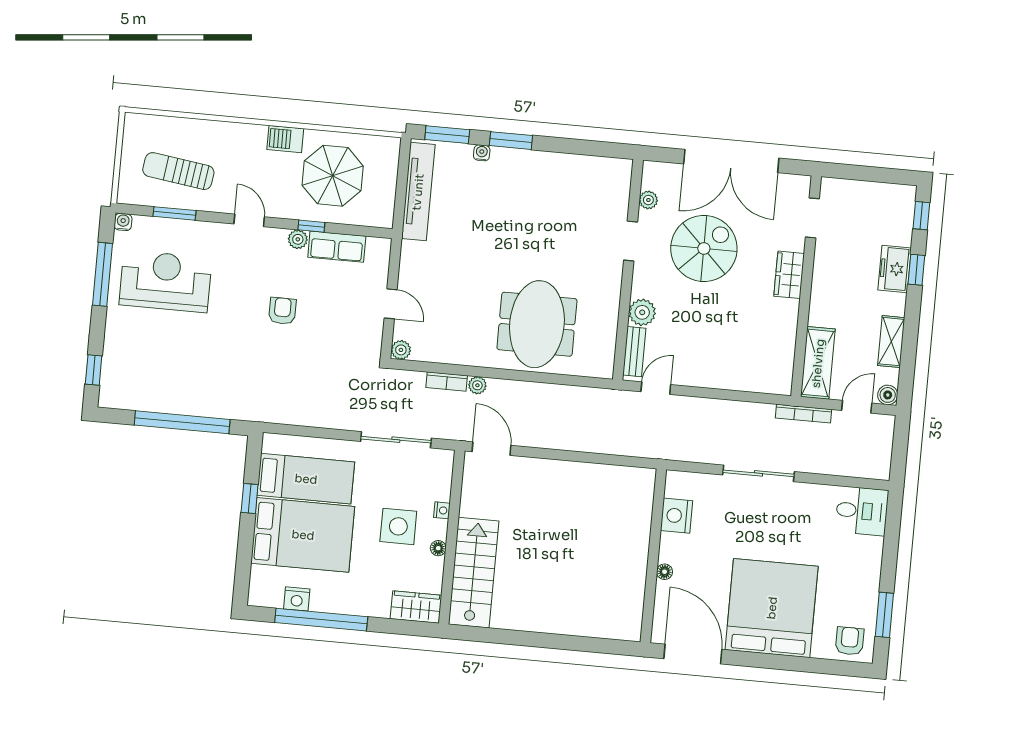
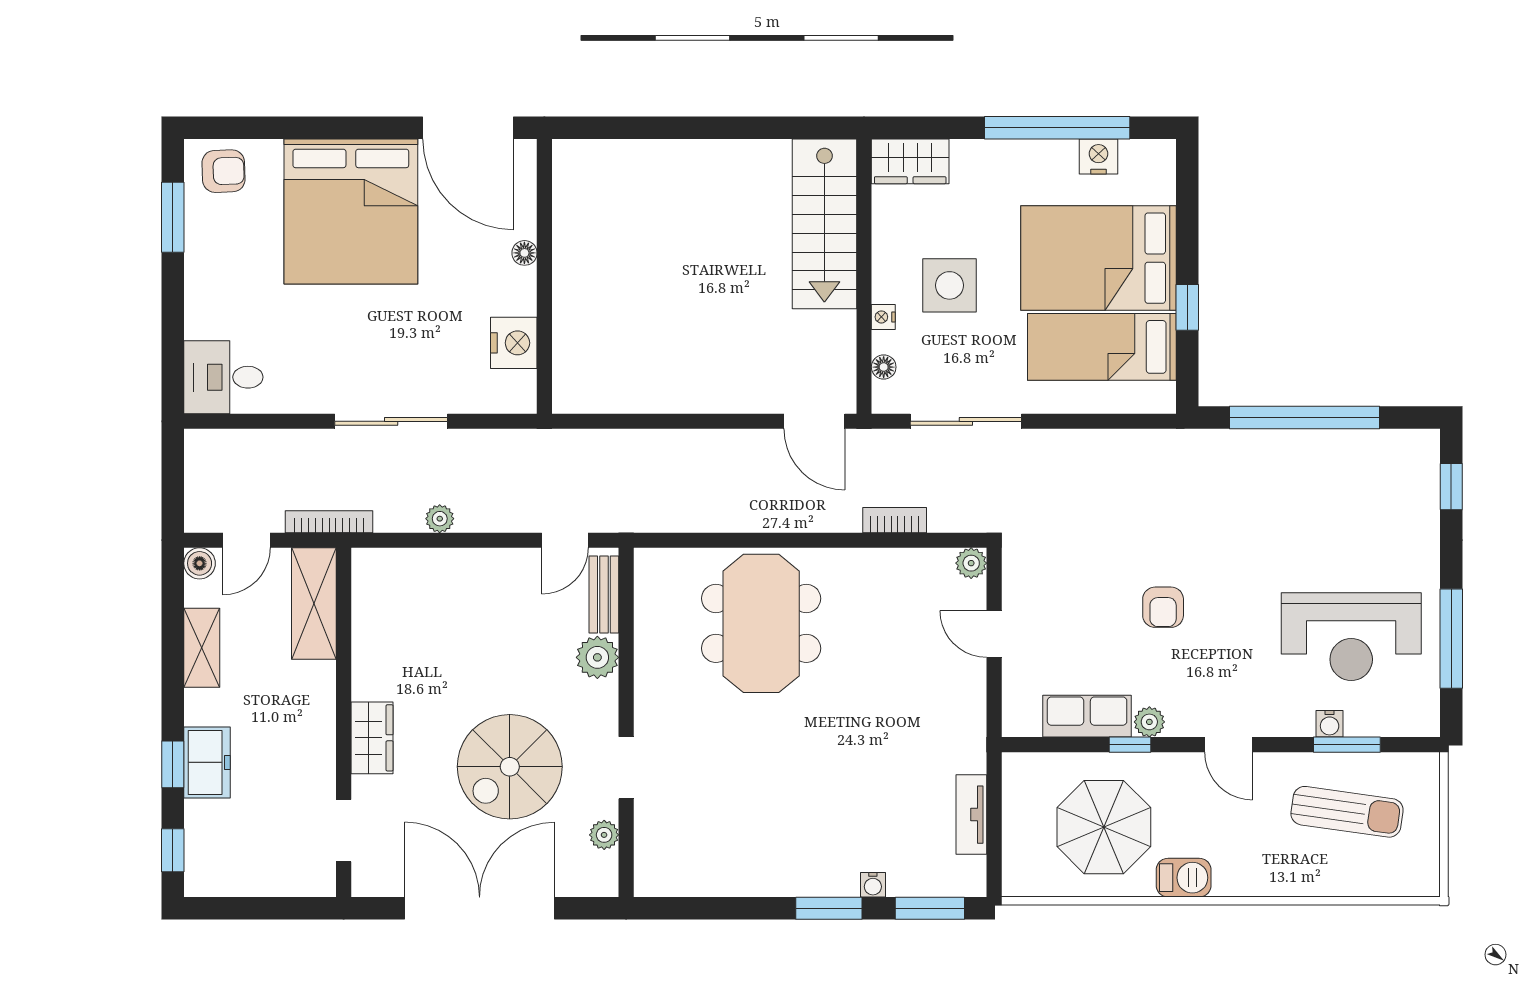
tv unit: (418, 192) -> (971, 815), width x0.52, depth x0.78
water cooler: (123, 222) -> (1330, 724), moved
plant: (477, 385) -> (440, 519), moved
floor lamp: (438, 548) -> (884, 367), moved
armchair: (850, 641) -> (224, 171), turned -92

